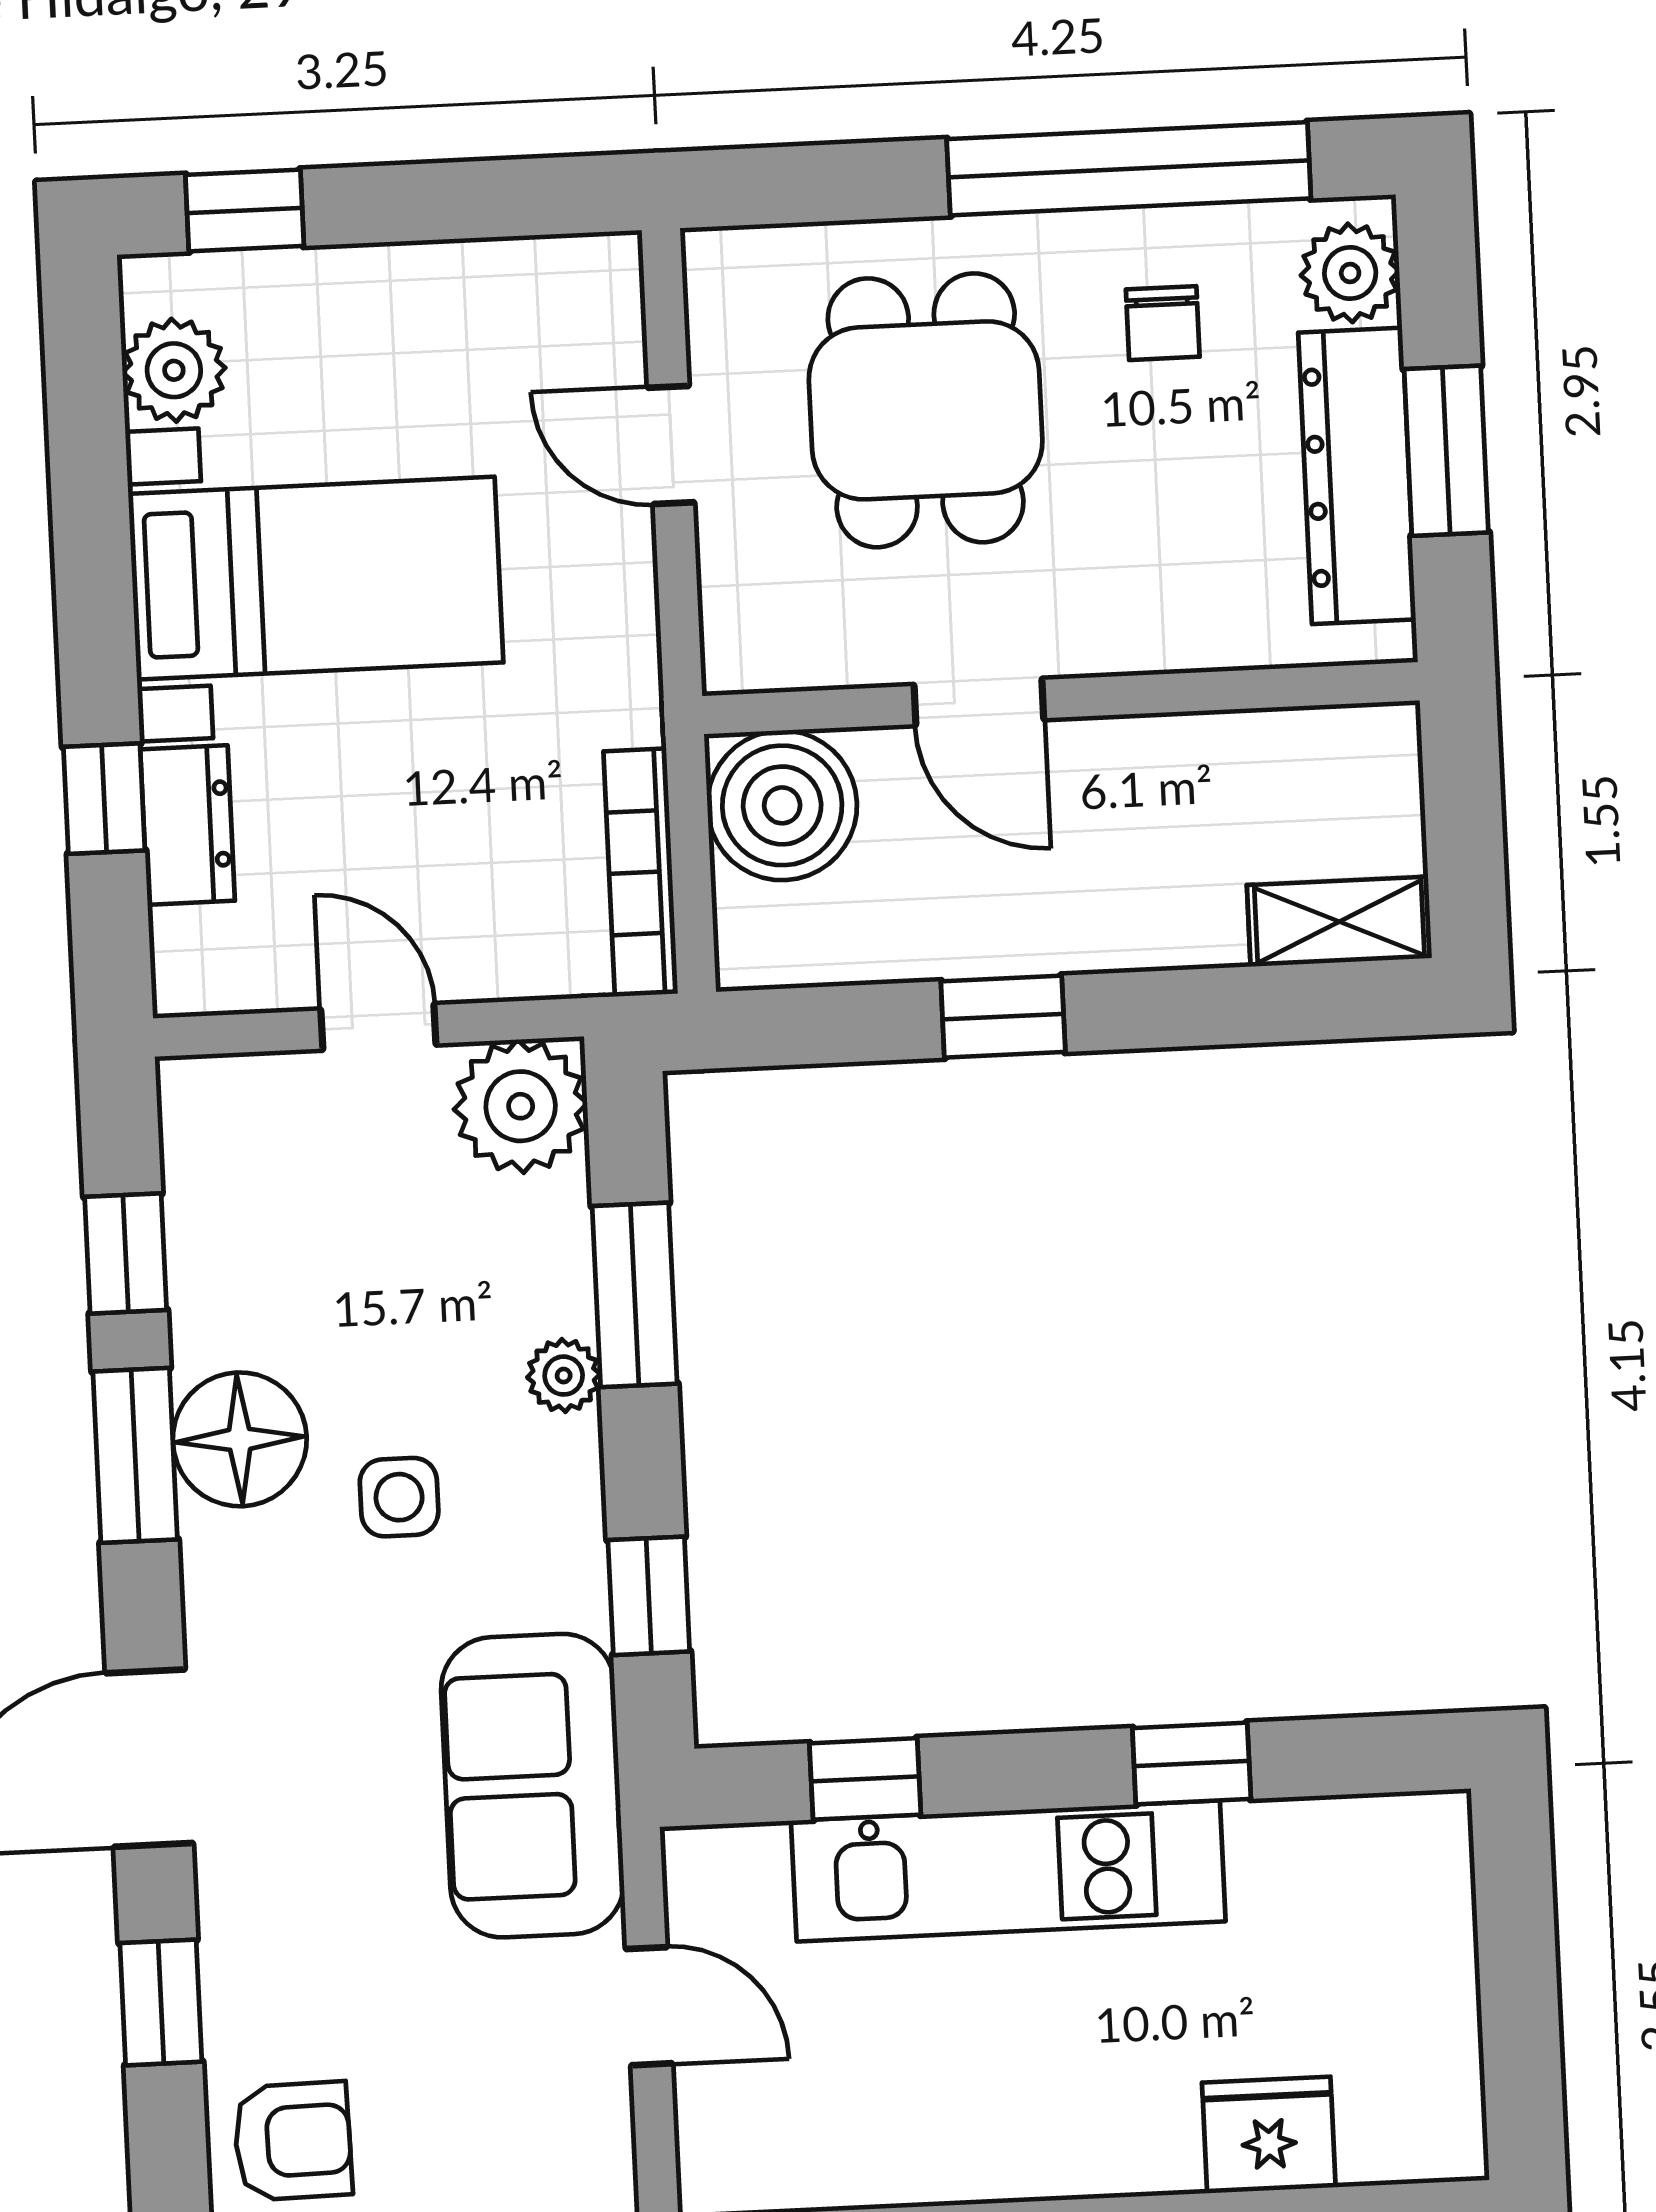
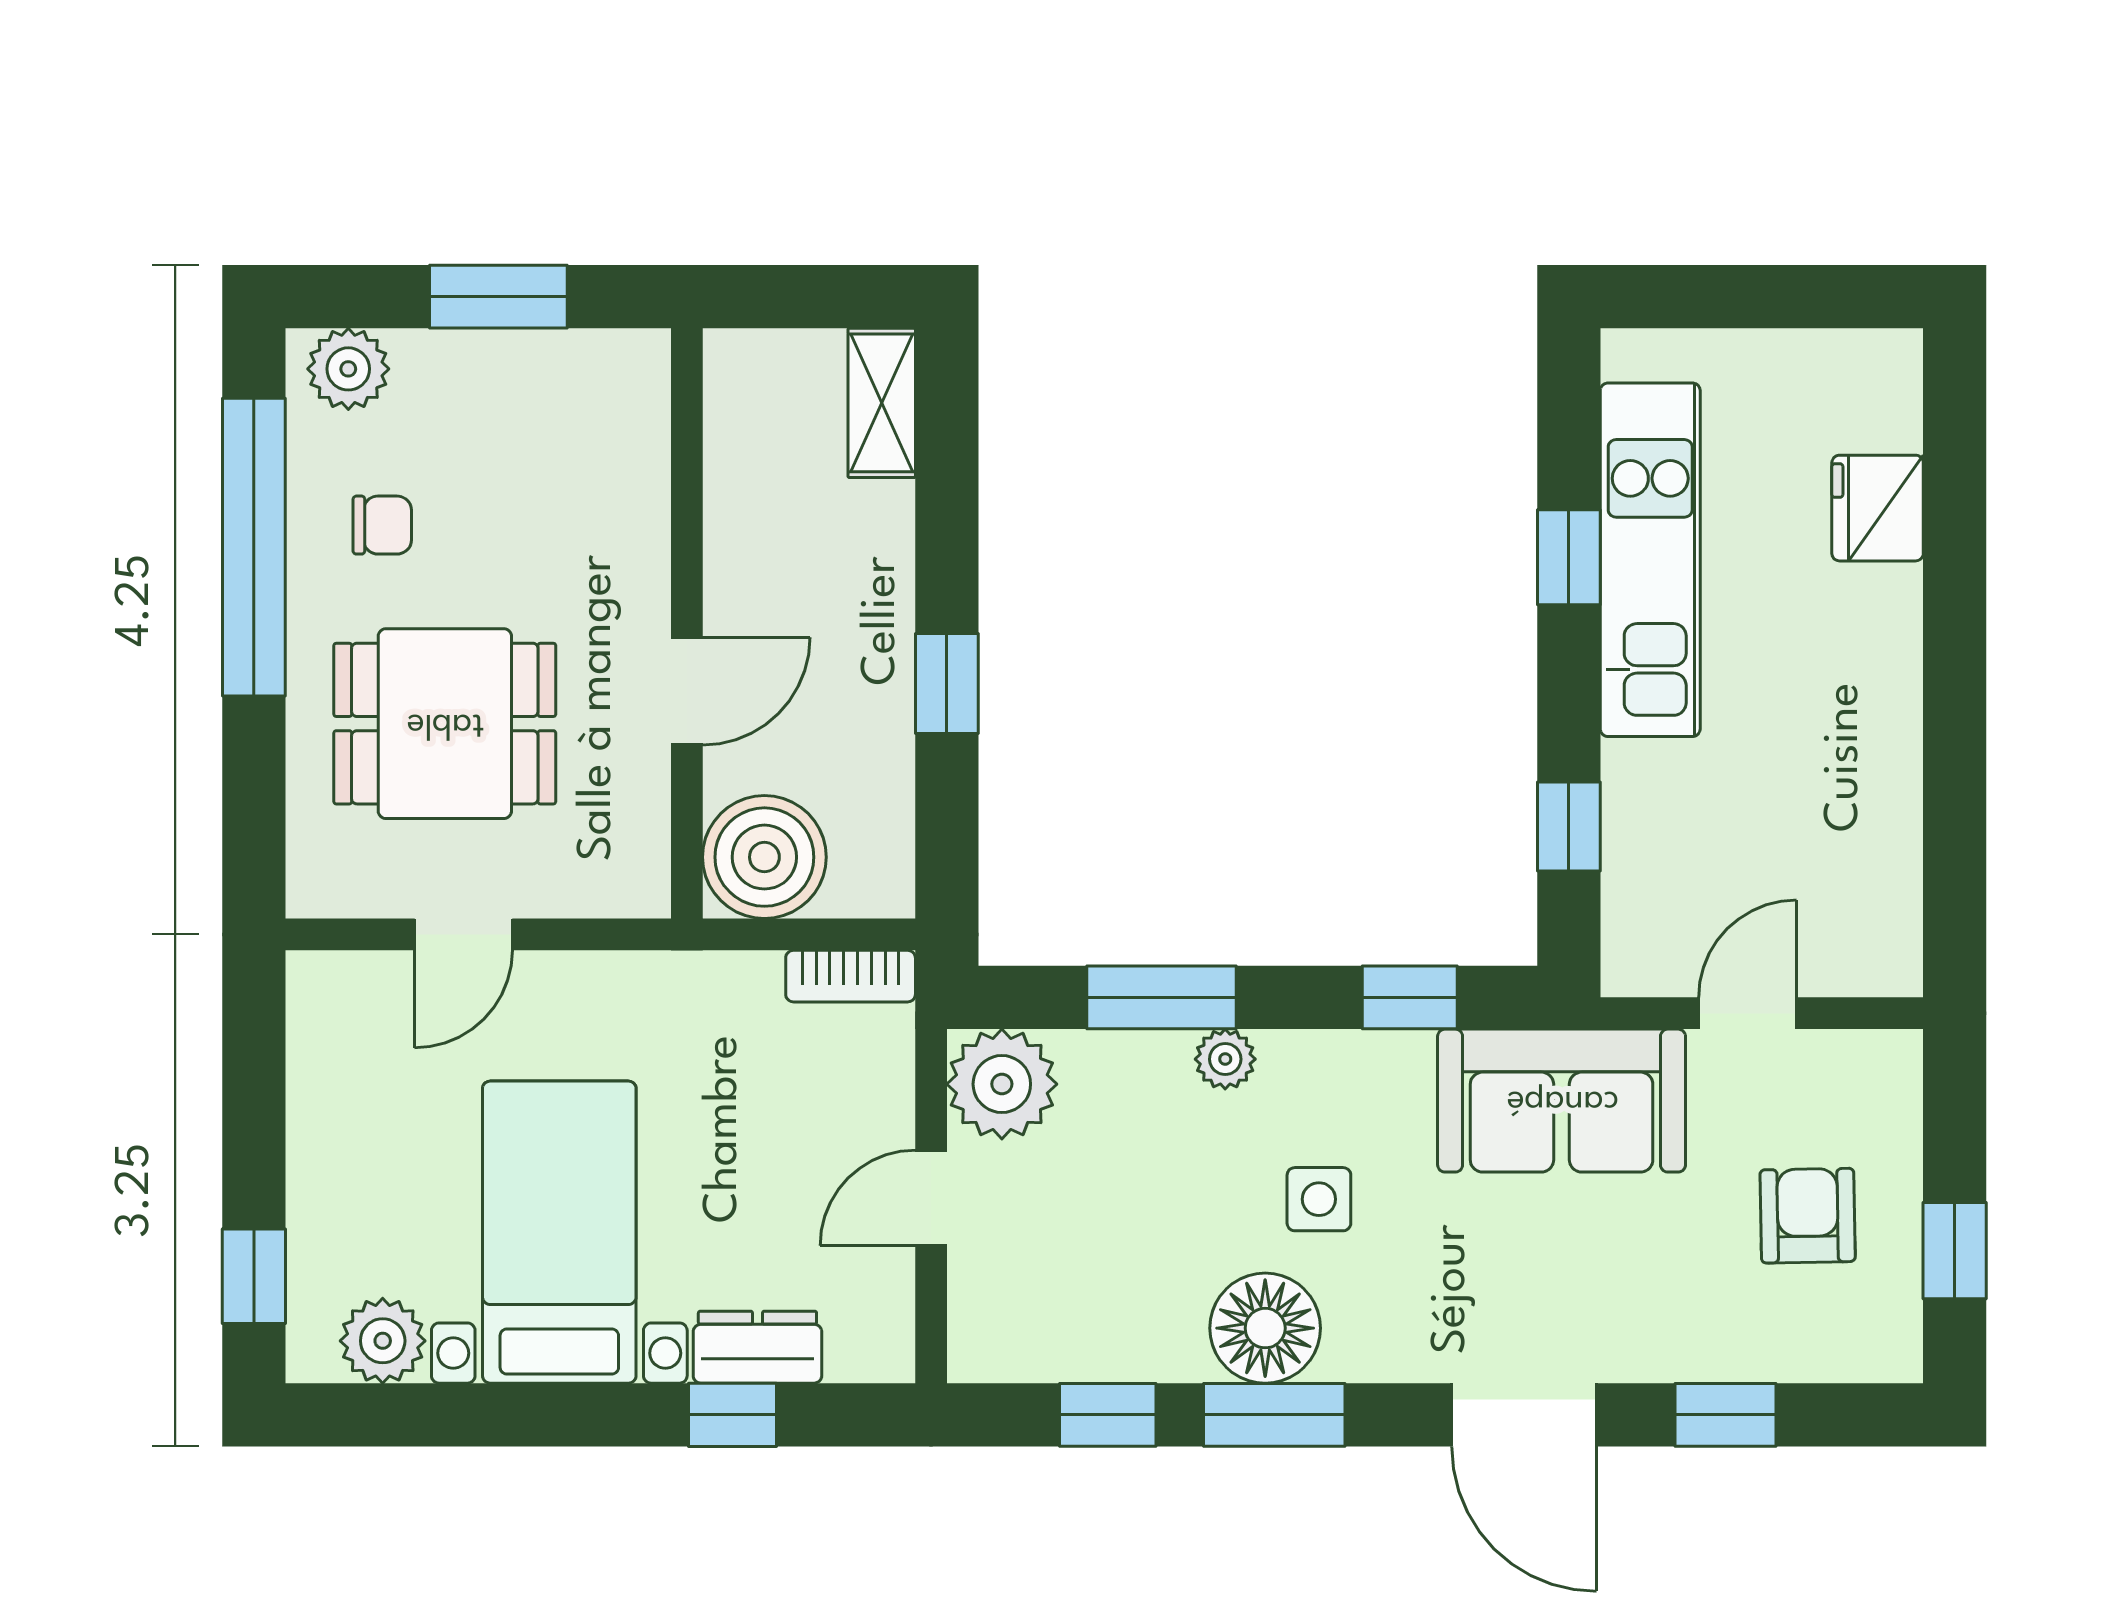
dresser: (1357, 476) -> (516, 371), removed
bookcase: (641, 873) -> (851, 976), width x0.64
kitchen unit: (1008, 1871) -> (1650, 560), moved
armchair: (293, 2141) -> (1808, 1216), moved

